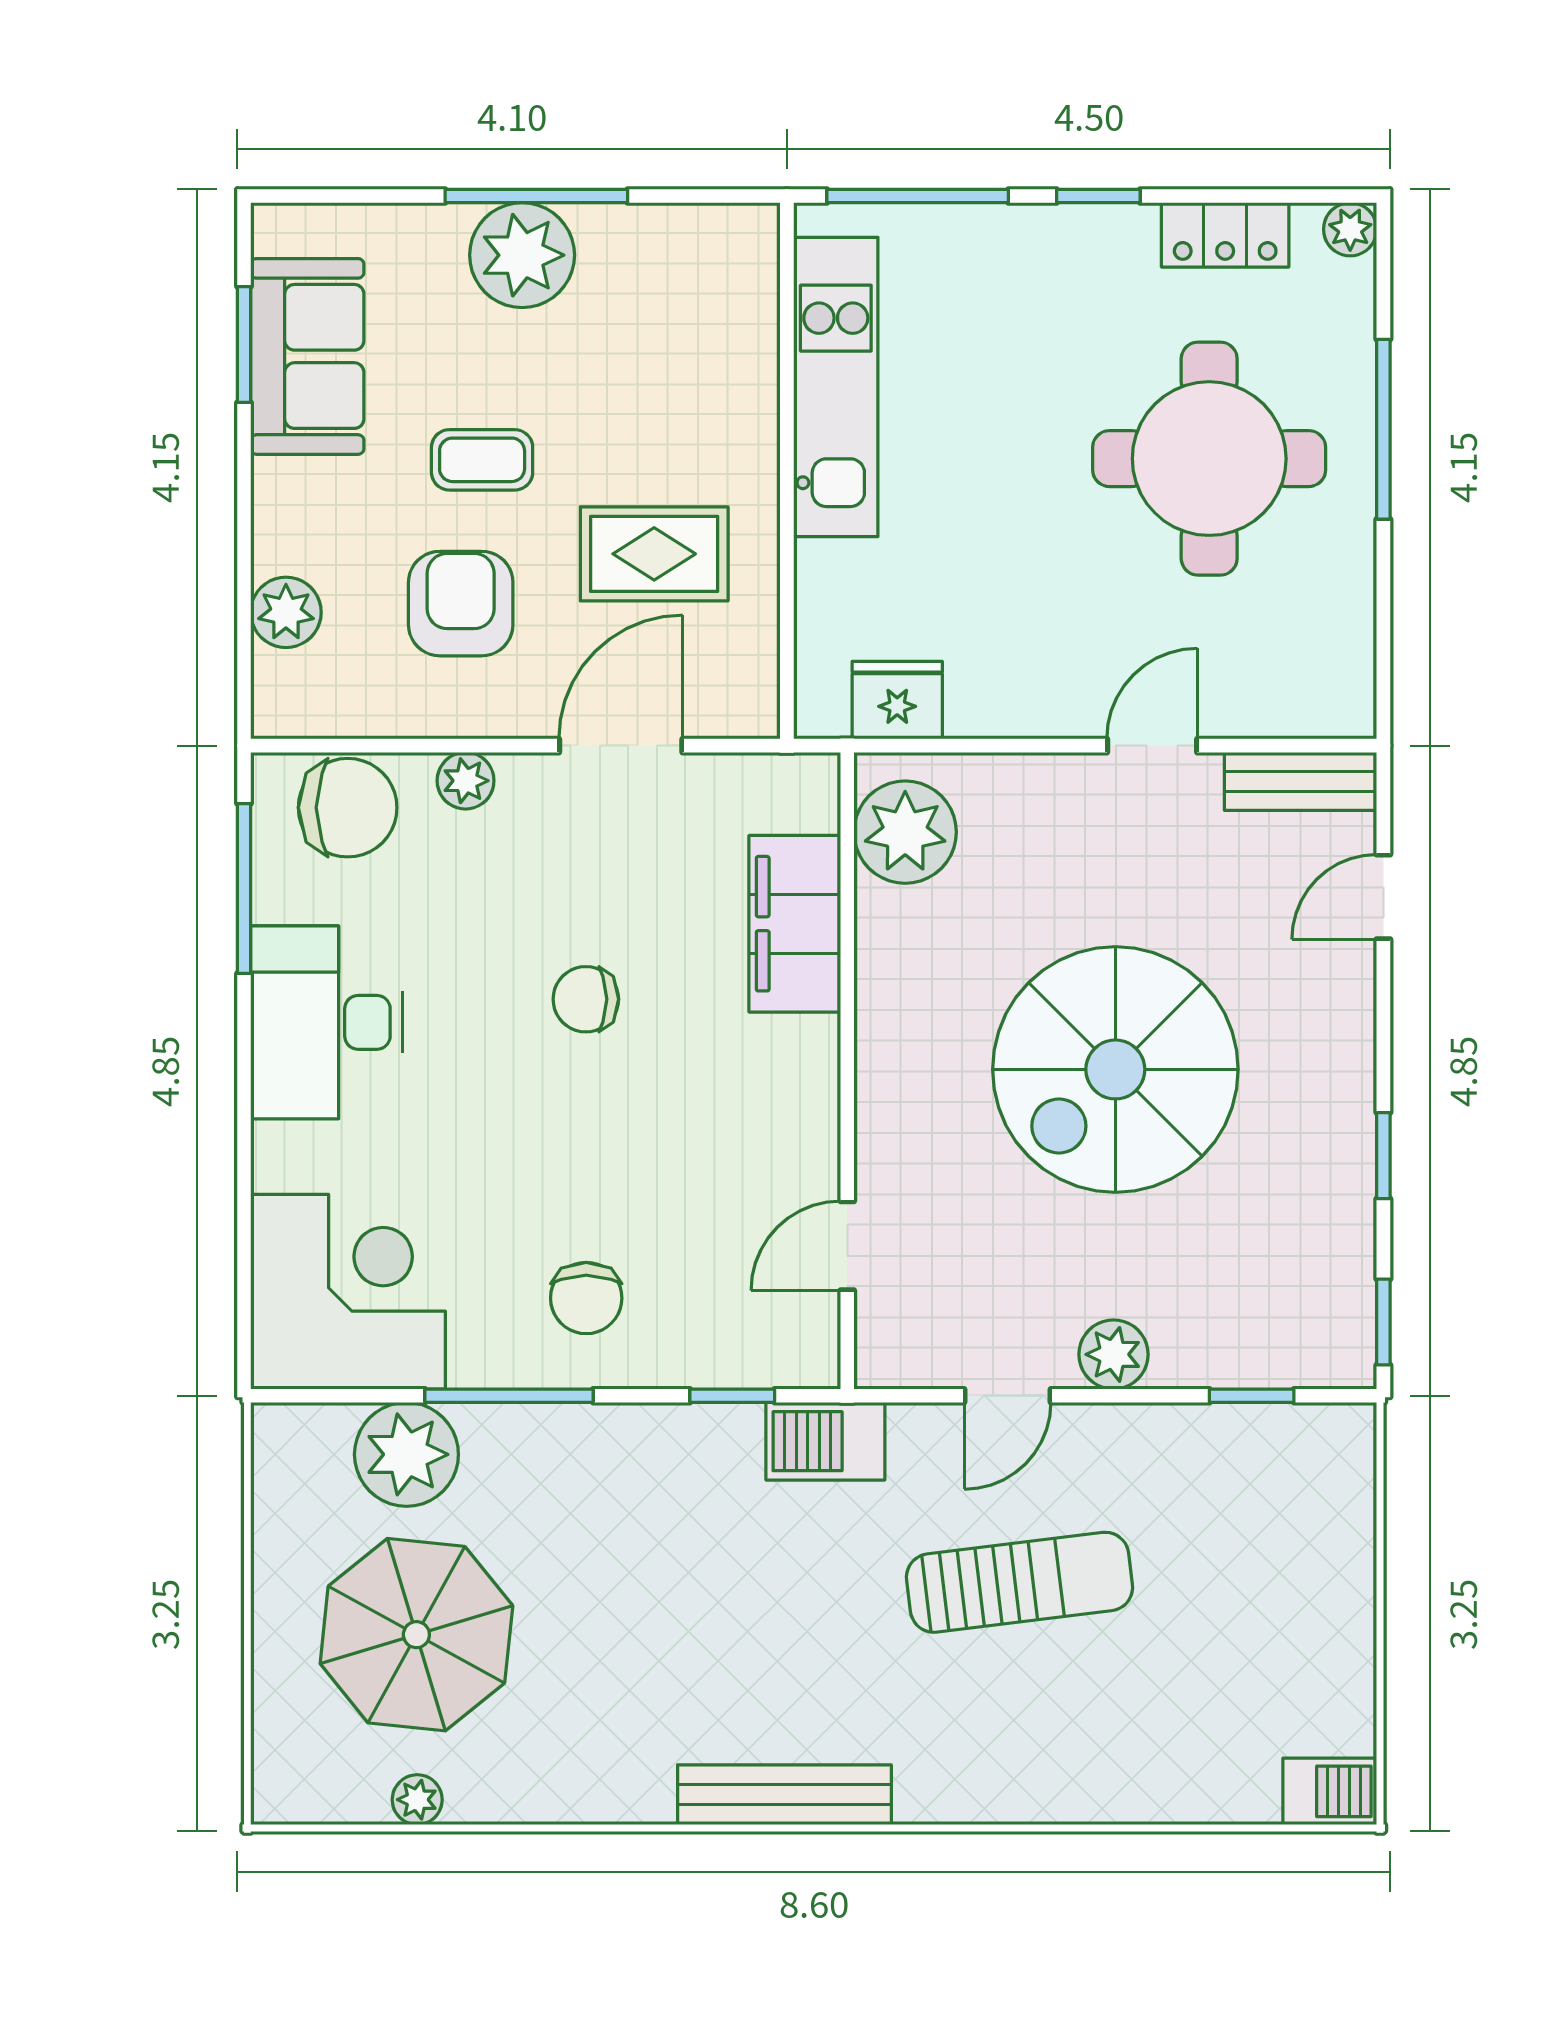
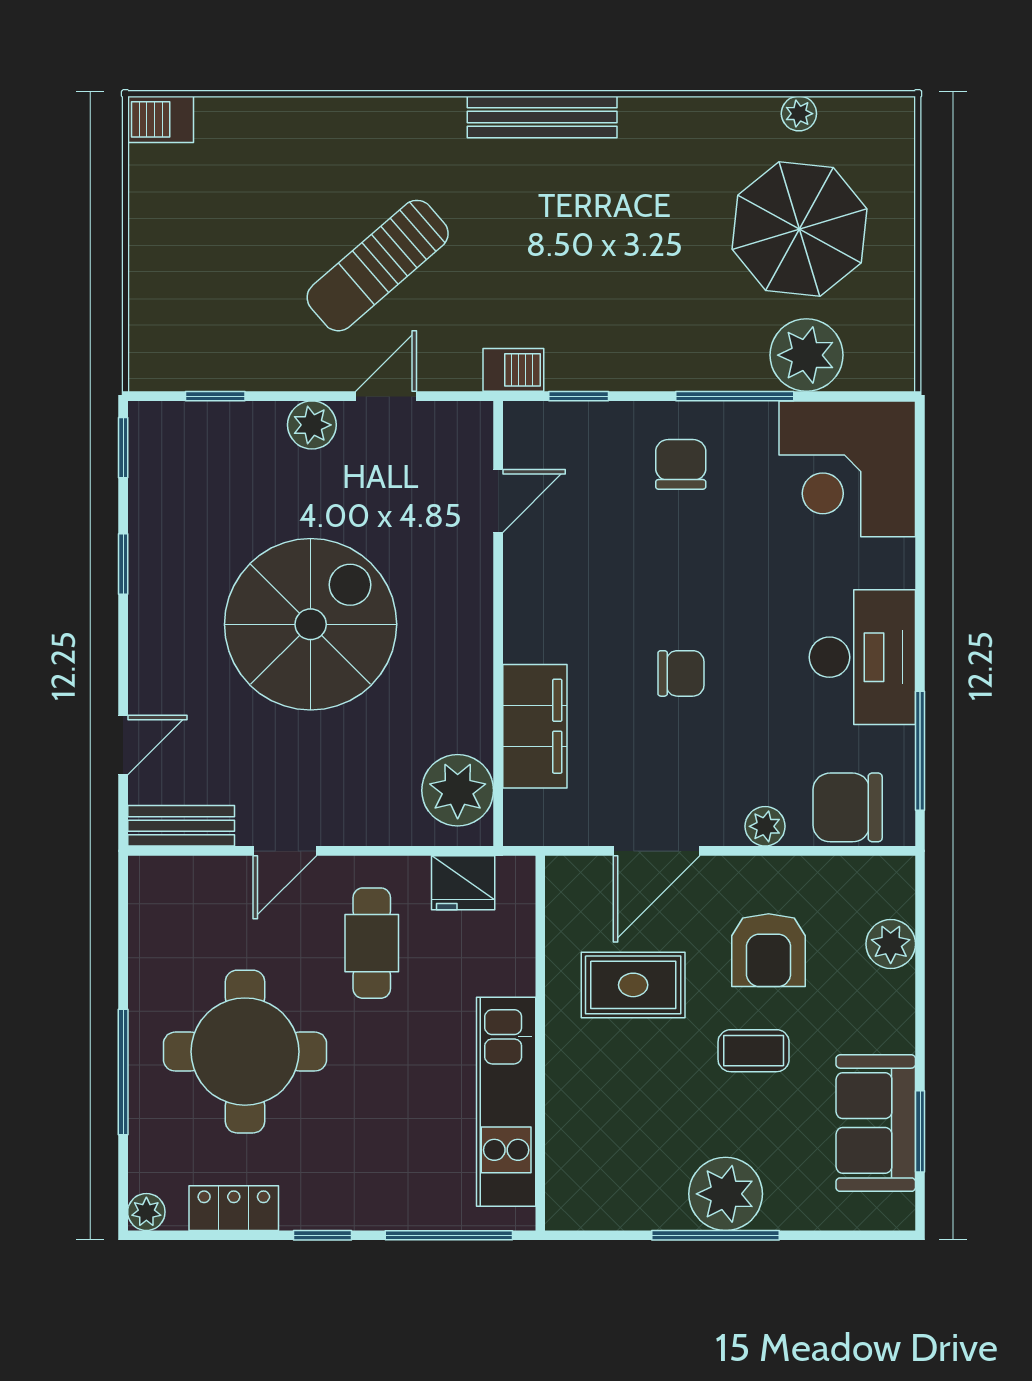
cafe table: (1028, 614) -> (372, 943), added
barbecue: (825, 1441) -> (513, 370), width x0.73, depth x0.79
sun lounger: (1020, 1582) -> (378, 266), turned -34

